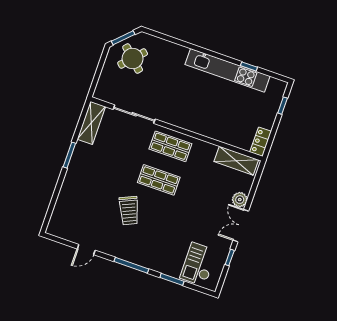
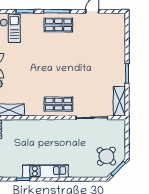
kitchen unit: (227, 70) -> (45, 171), width x0.73
shop shelf: (159, 180) -> (58, 25), moved
trolley: (129, 211) -> (72, 49), removed

